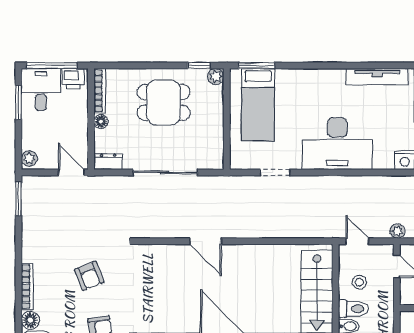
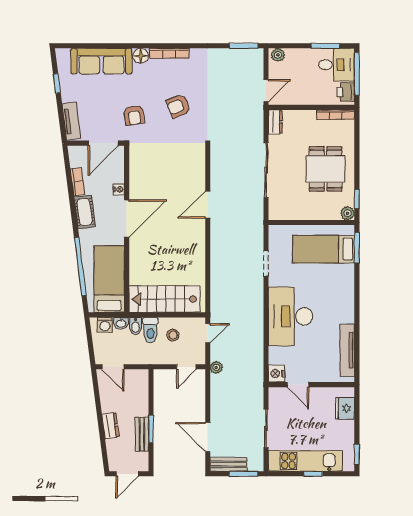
floor lamp: (101, 122) -> (309, 116), removed

